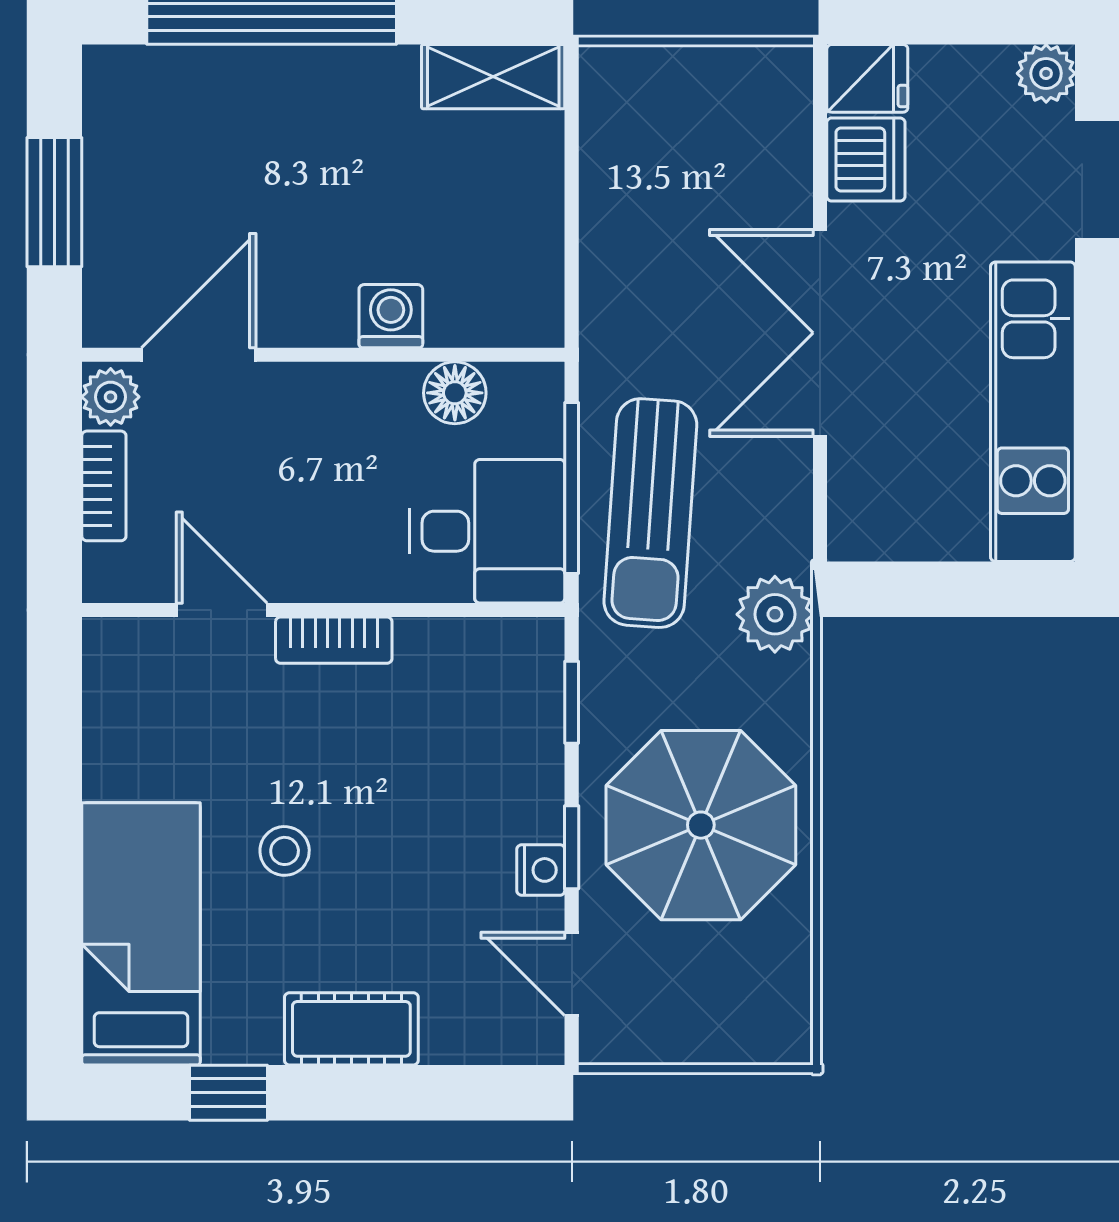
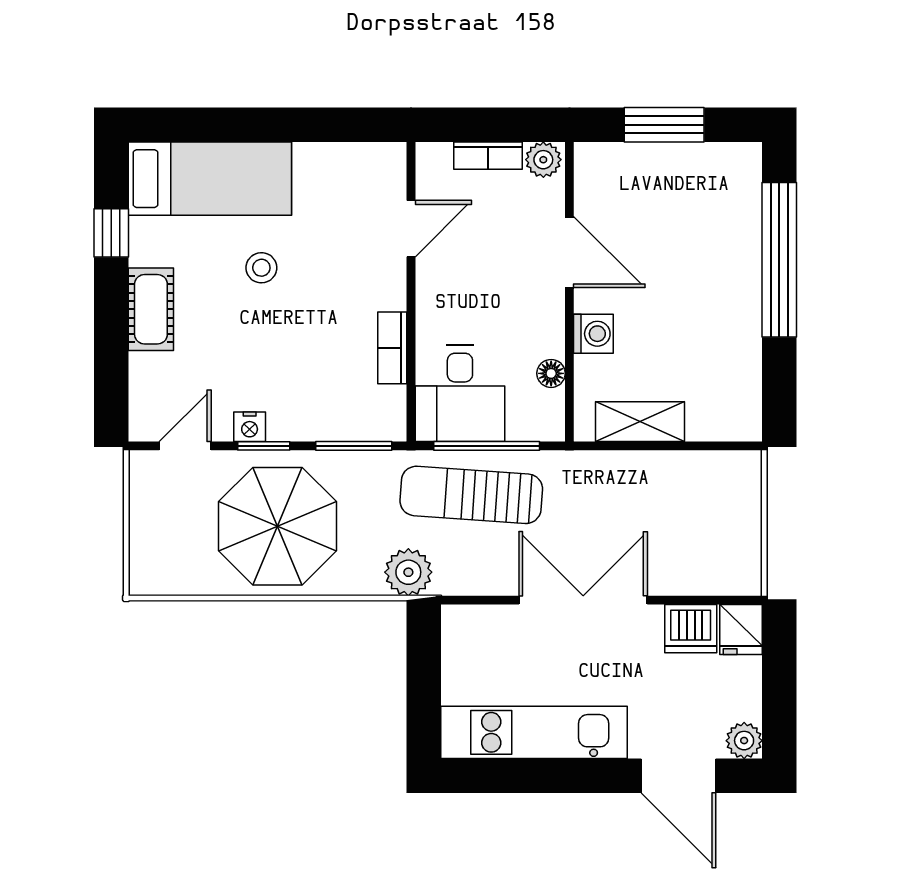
shelving: (493, 77) -> (640, 422), moved, turned 90
door: (199, 355) -> (569, 252), moved
floor lamp: (455, 393) -> (551, 373), width x0.73, depth x0.73
bookcase: (334, 640) -> (392, 348), moved
window: (572, 702) -> (354, 446), width x1.50

